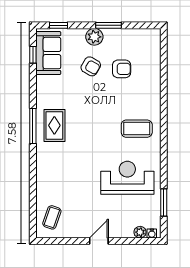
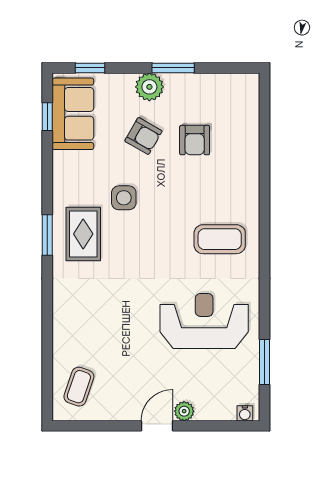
armchair: (122, 69) -> (195, 140), turned 90
side table: (79, 104) -> (124, 198), added
window: (33, 126) -> (47, 235), width x0.69
plant: (140, 232) -> (184, 411), moved

